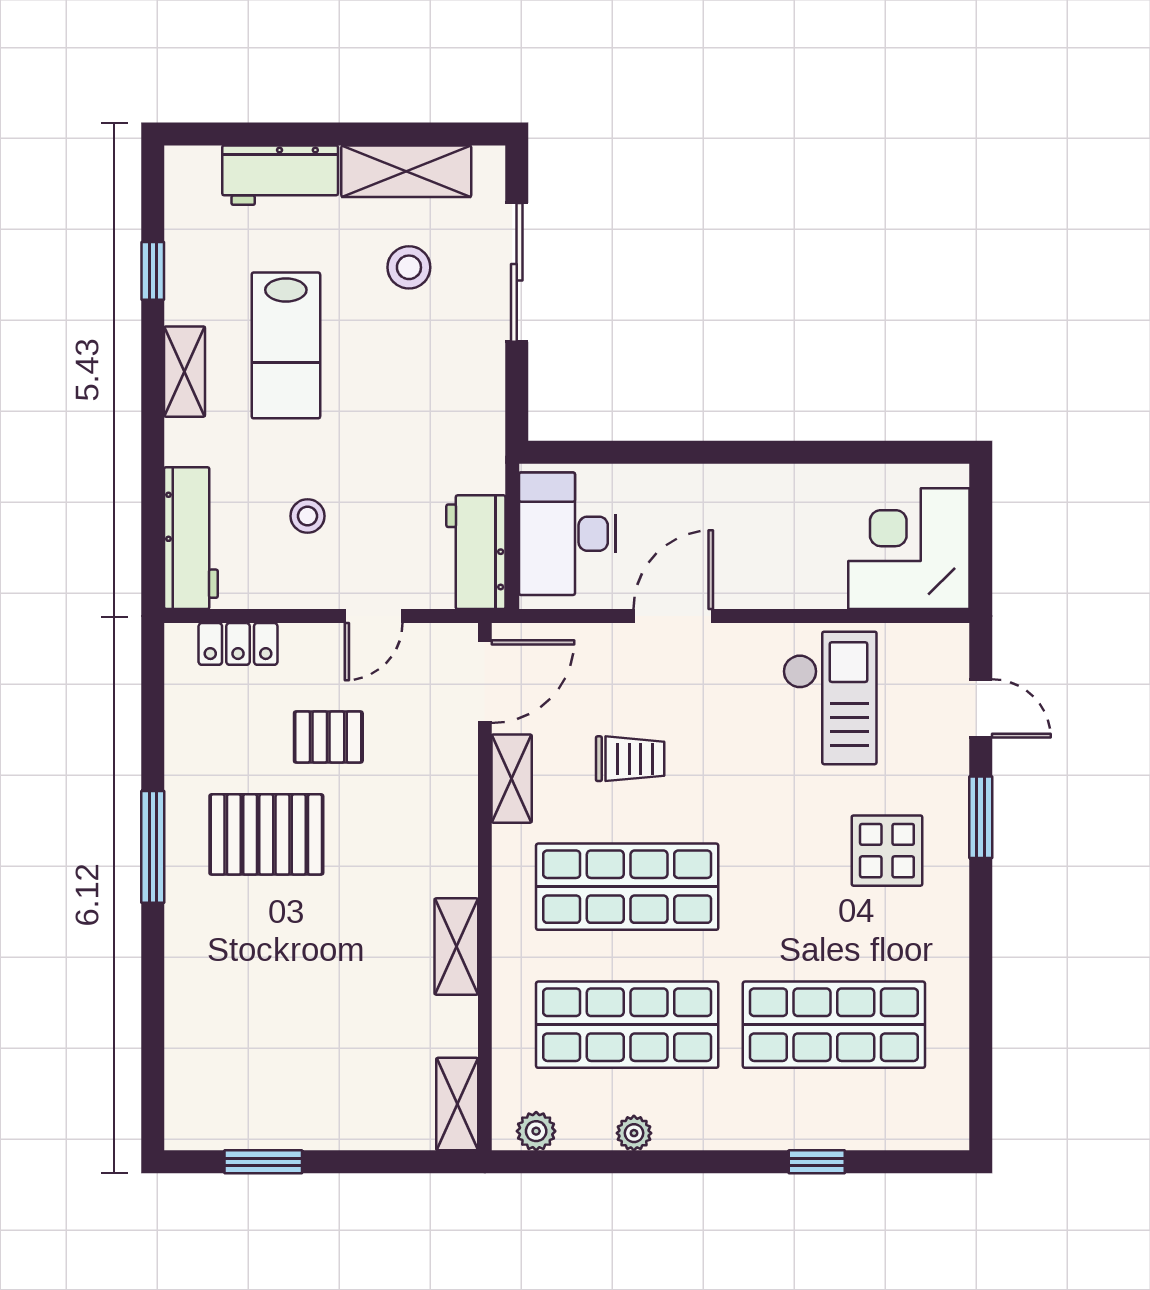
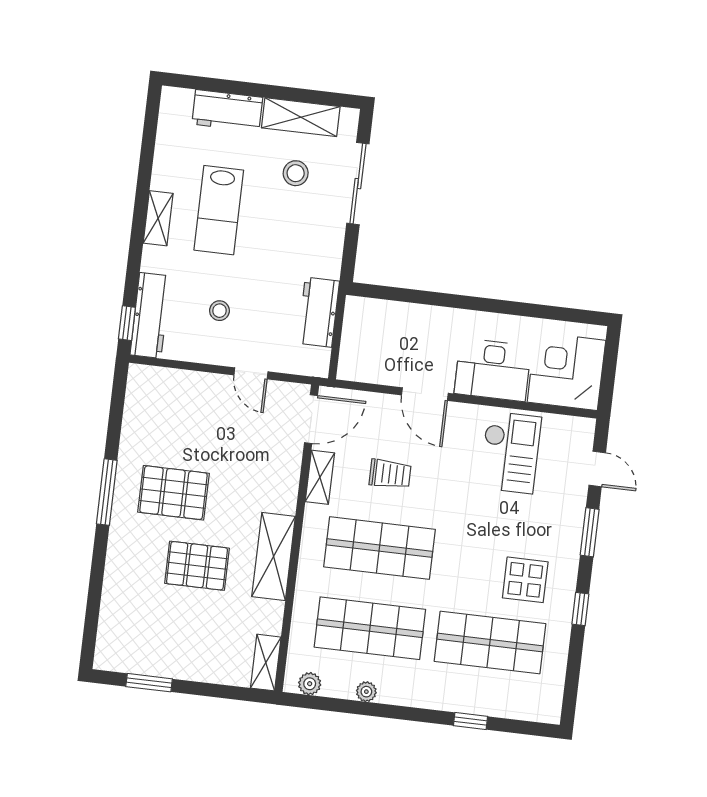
window: (153, 271) -> (127, 323), moved
desk: (567, 534) -> (493, 370), moved, turned -90
workbench: (476, 552) -> (318, 312), moved
door: (374, 616) -> (251, 373), hinge flipped
door: (673, 616) -> (425, 394), swing flipped
locker: (238, 644) -> (170, 380), removed
pallet: (328, 737) -> (197, 566), moved, width x1.50, depth x1.42
display table: (887, 851) -> (525, 580), moved
shelving: (456, 947) -> (274, 556), width x1.50, depth x1.33
window: (981, 949) -> (580, 609), added

